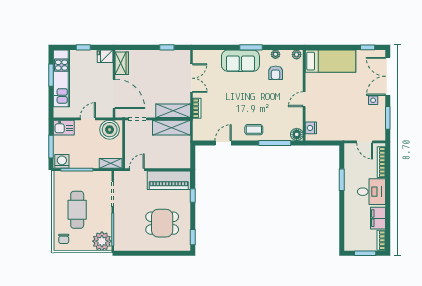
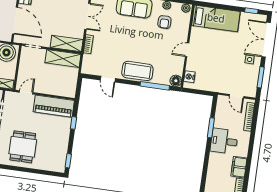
coffee table: (254, 130) -> (137, 71), width x1.86, depth x1.72
door: (223, 143) -> (108, 79), swing flipped
desk: (371, 192) -> (224, 141), moved, turned 180
dining table: (162, 223) -> (23, 147), moved, turned 90

